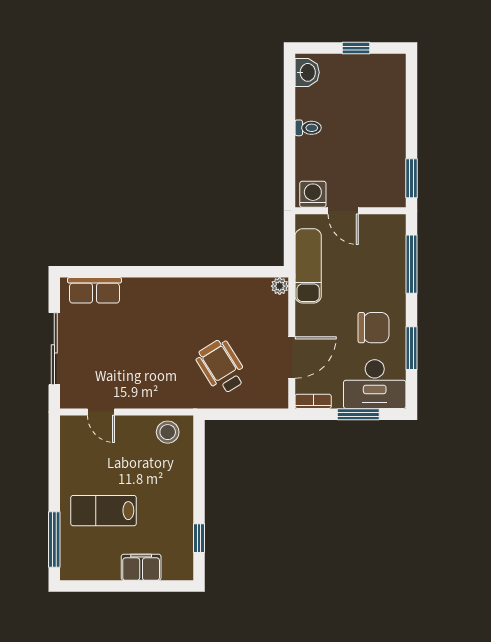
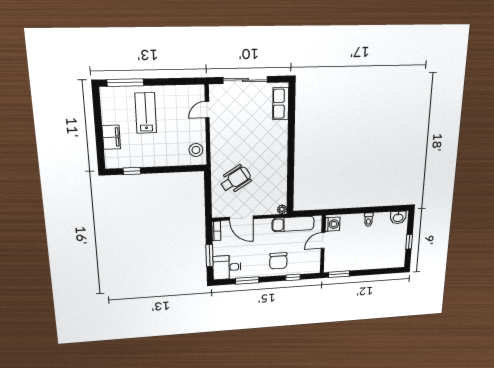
window: (412, 264) -> (293, 277), width x0.46
chair: (374, 328) -> (278, 261), moved
desk: (375, 384) -> (227, 267), width x0.73

